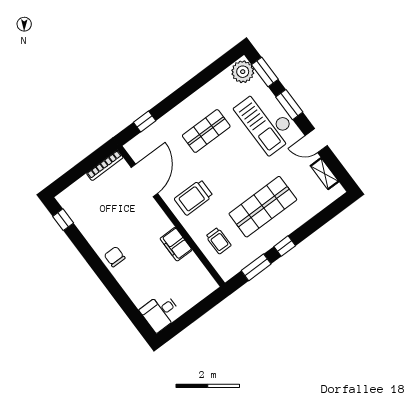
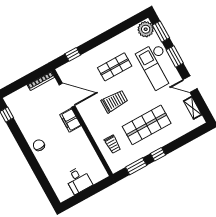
door: (144, 180) -> (67, 95), hinge flipped
trolley: (194, 197) -> (114, 101), moved, turned 180
filing cabinet: (176, 244) -> (70, 120), moved
desk: (160, 312) -> (78, 180), moved, turned -90

